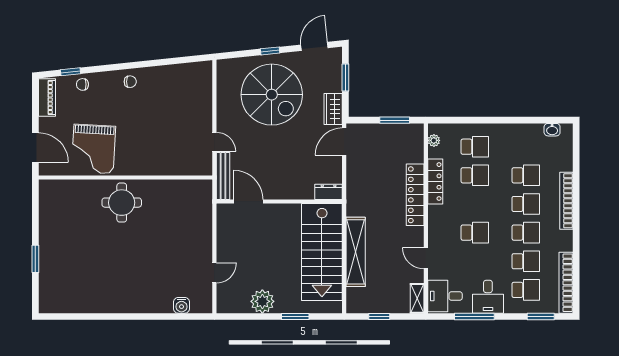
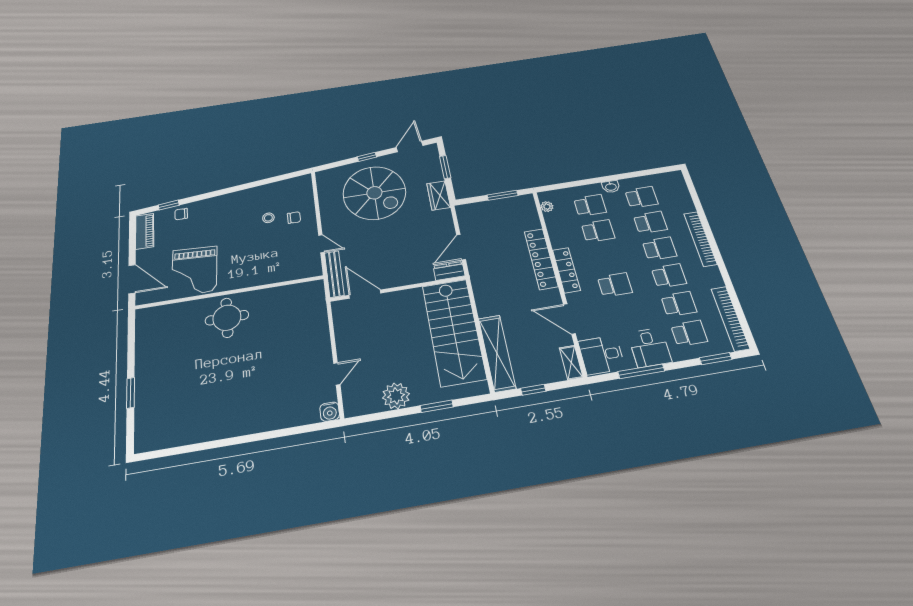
chair: (130, 82) -> (294, 218), moved
stool: (167, 104) -> (268, 218), added
washbasin: (552, 130) -> (611, 187), moved
door: (344, 142) -> (461, 247), moved
school desk: (526, 147) -> (641, 197), added
locker: (435, 182) -> (566, 270), moved
shelving: (356, 252) -> (497, 353), moved
door: (426, 258) -> (569, 319), width x1.38
water cooler: (182, 305) -> (330, 412), moved

